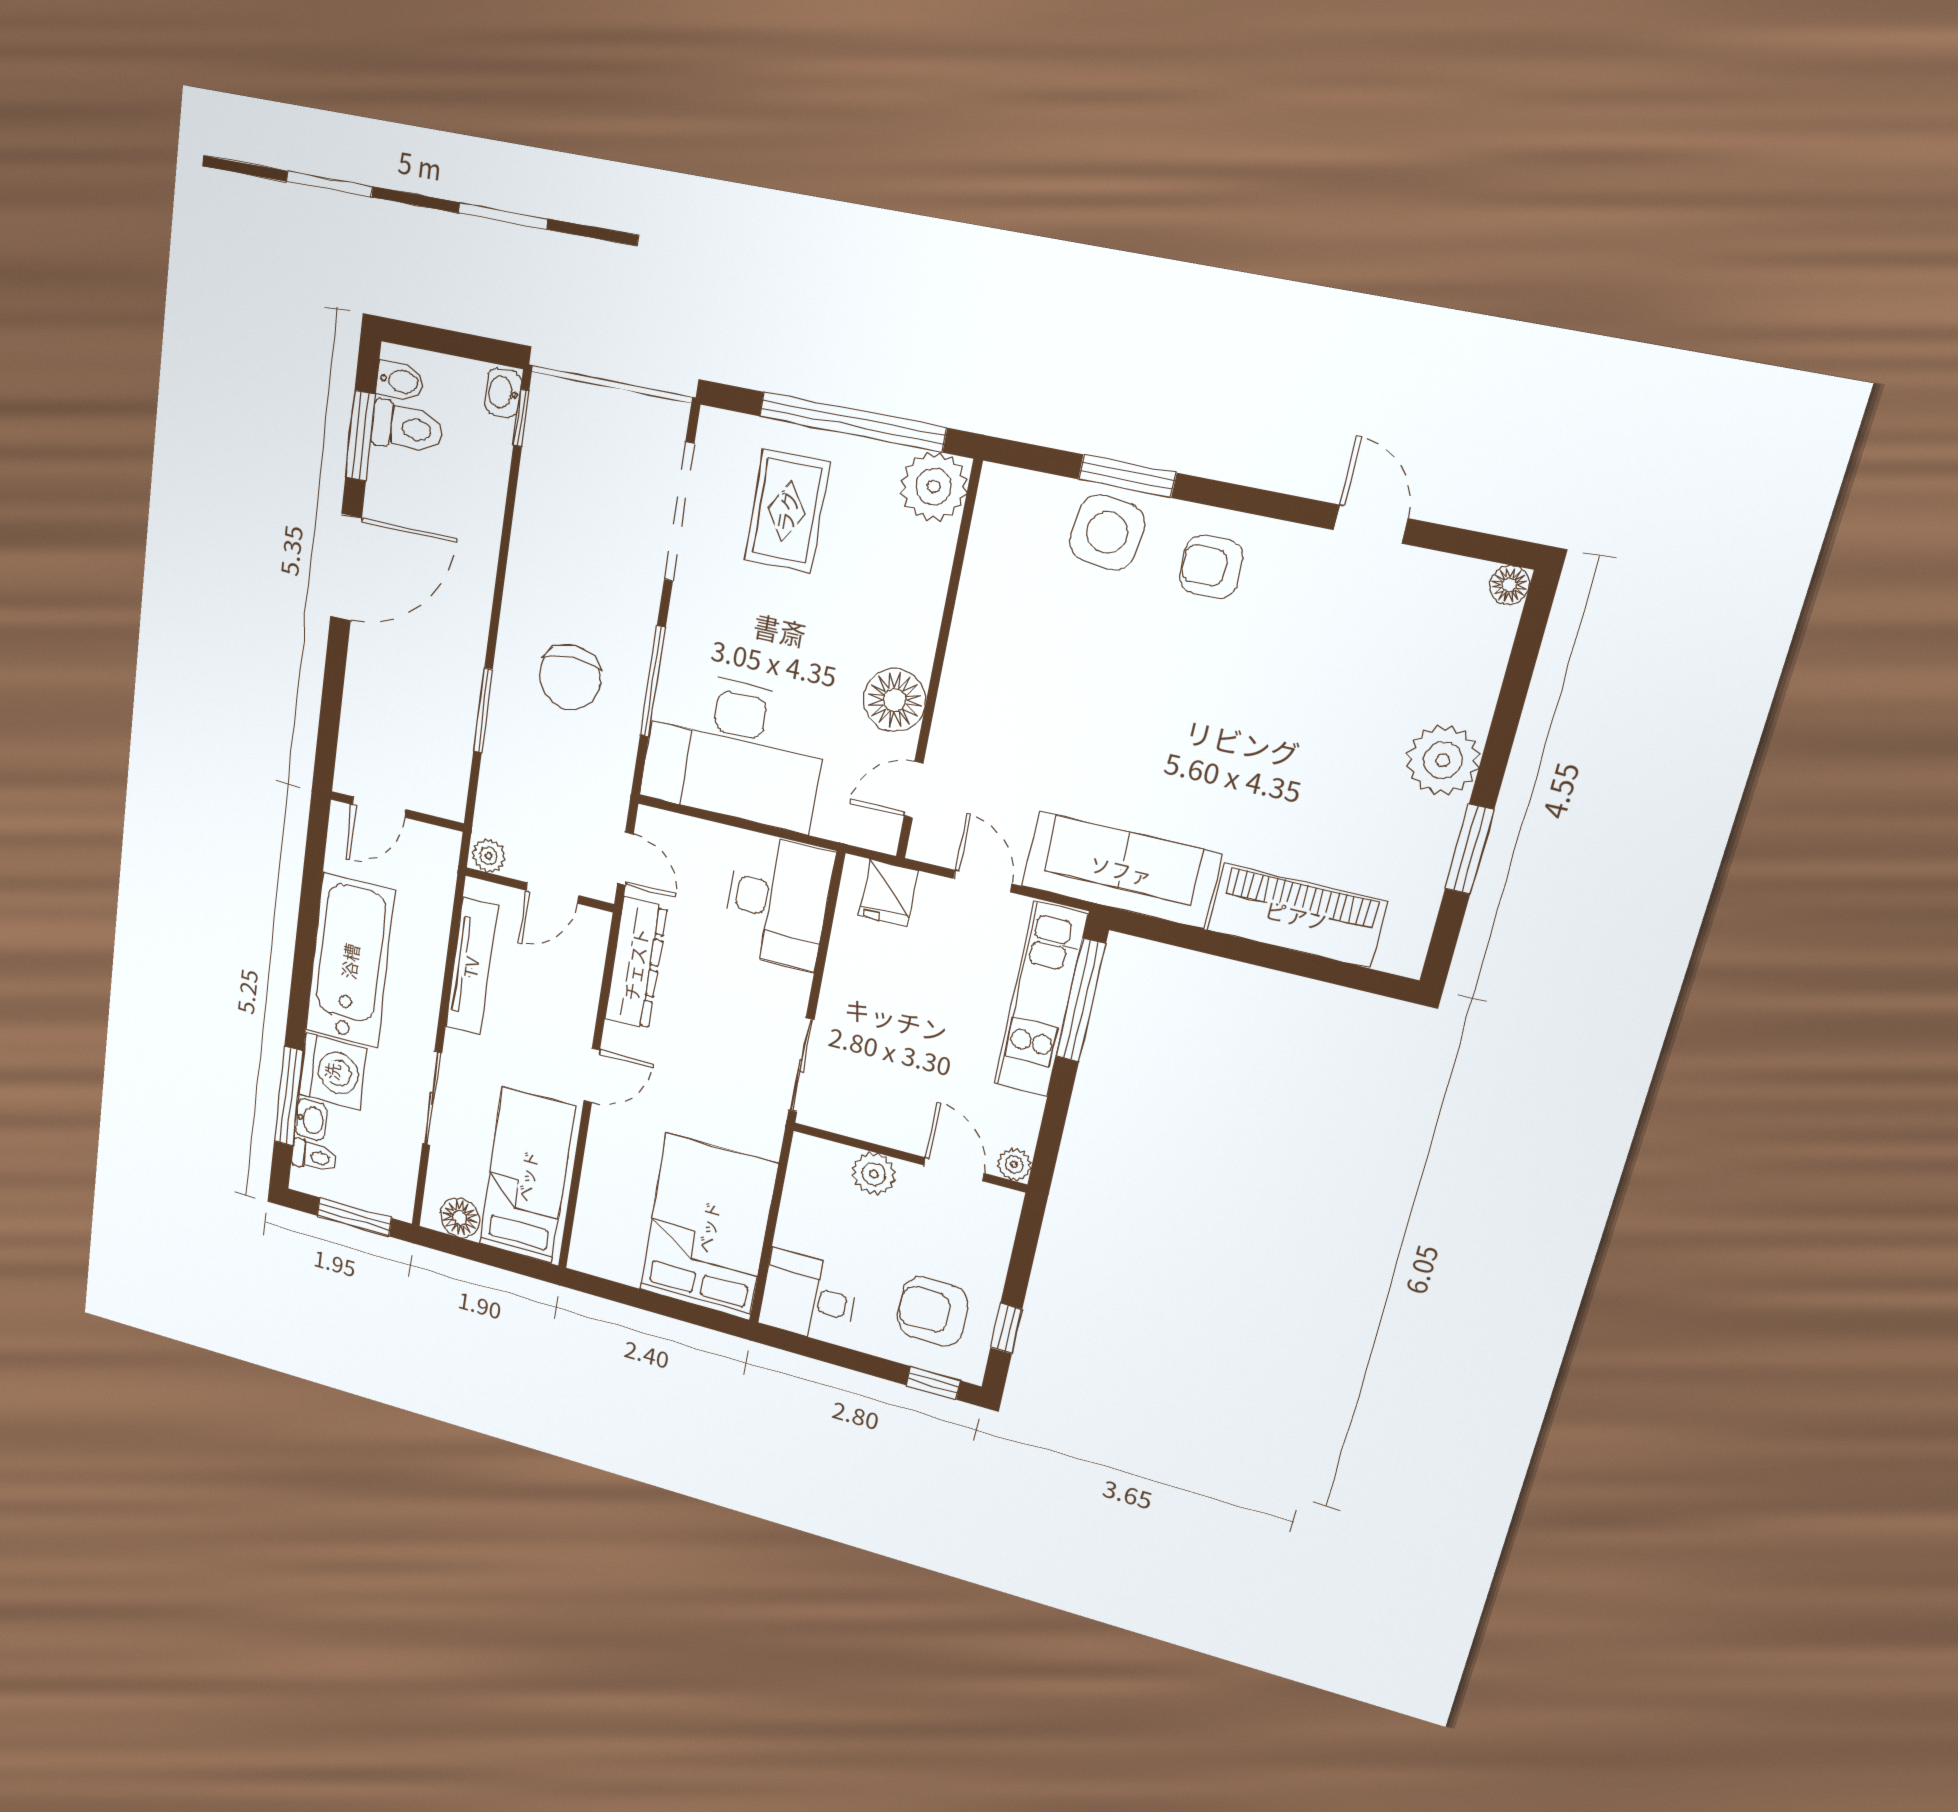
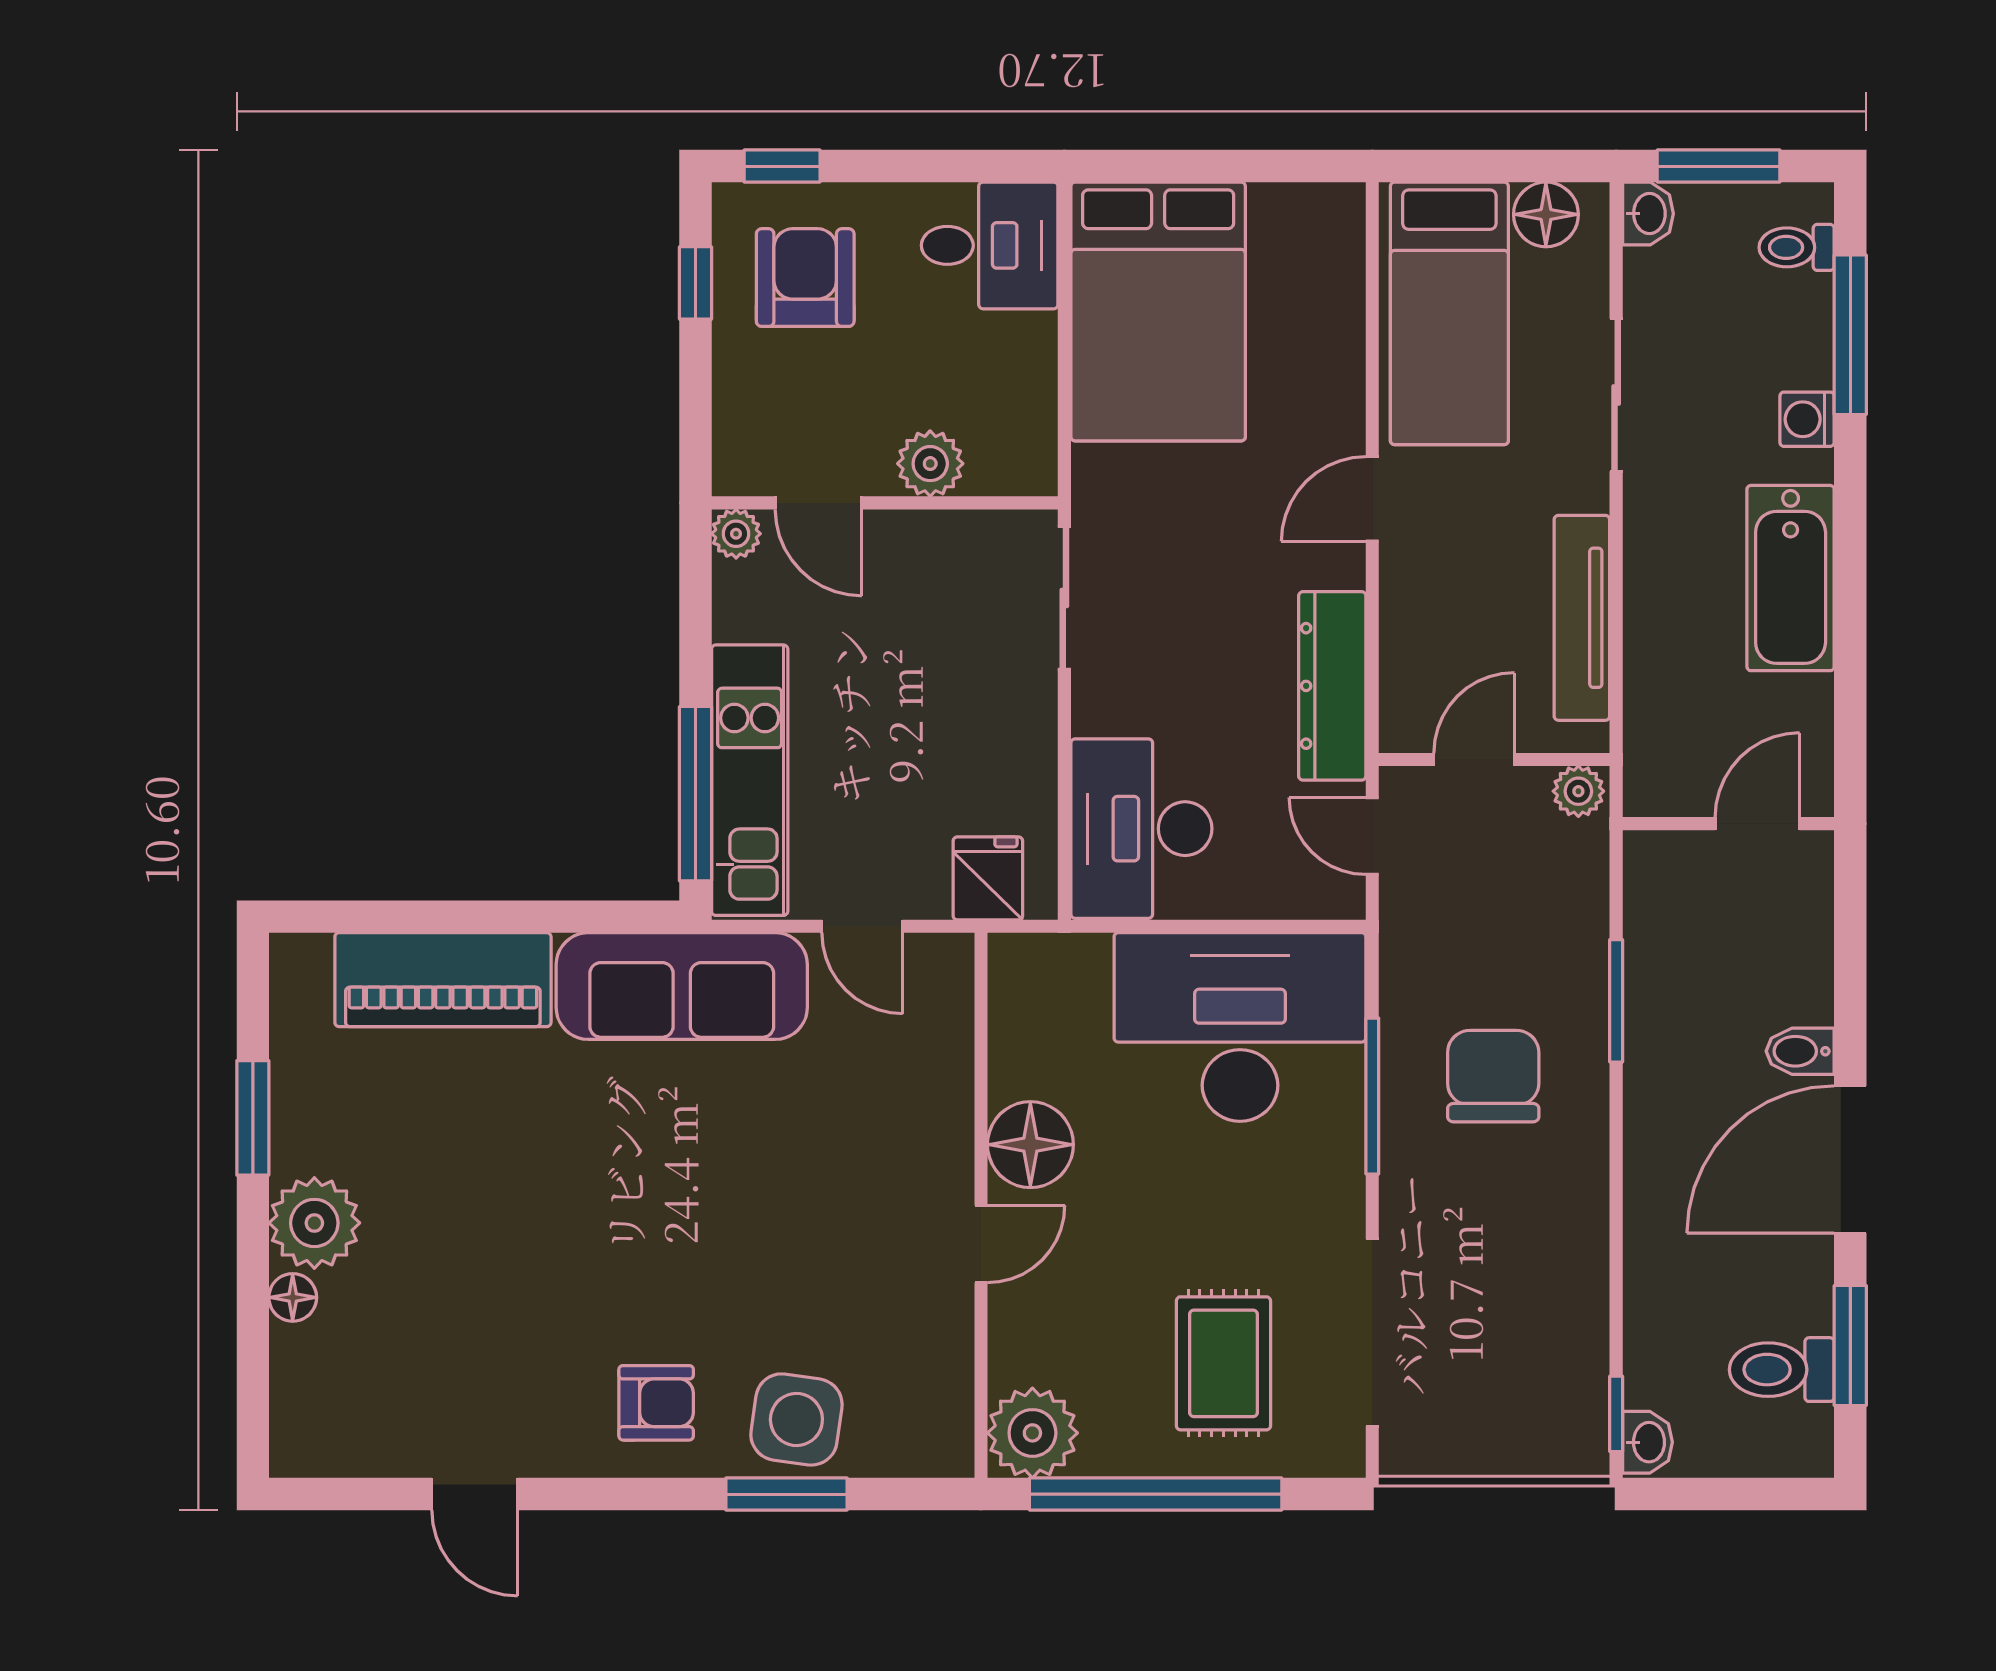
bidet: (400, 381) -> (1800, 1051), moved
floor lamp: (1509, 585) -> (293, 1297), moved
door: (914, 790) -> (981, 1244), moved
bathtub: (350, 961) -> (1791, 578), width x0.73, depth x0.73
washing machine: (332, 1071) -> (1807, 419), width x0.53, depth x0.53
washbasin: (311, 1120) -> (1648, 214), moved, turned 180
armchair: (933, 1312) -> (805, 278), turned -90

